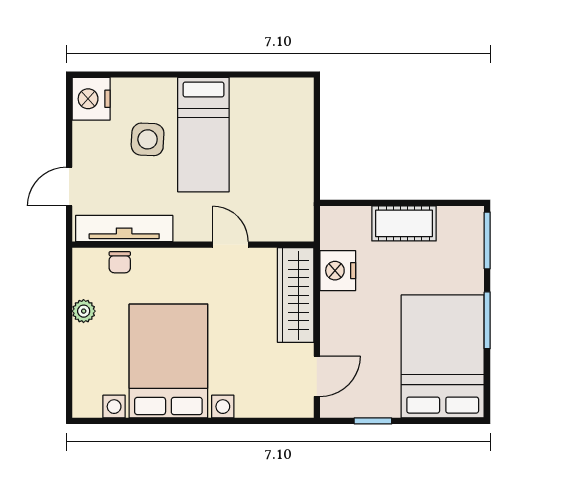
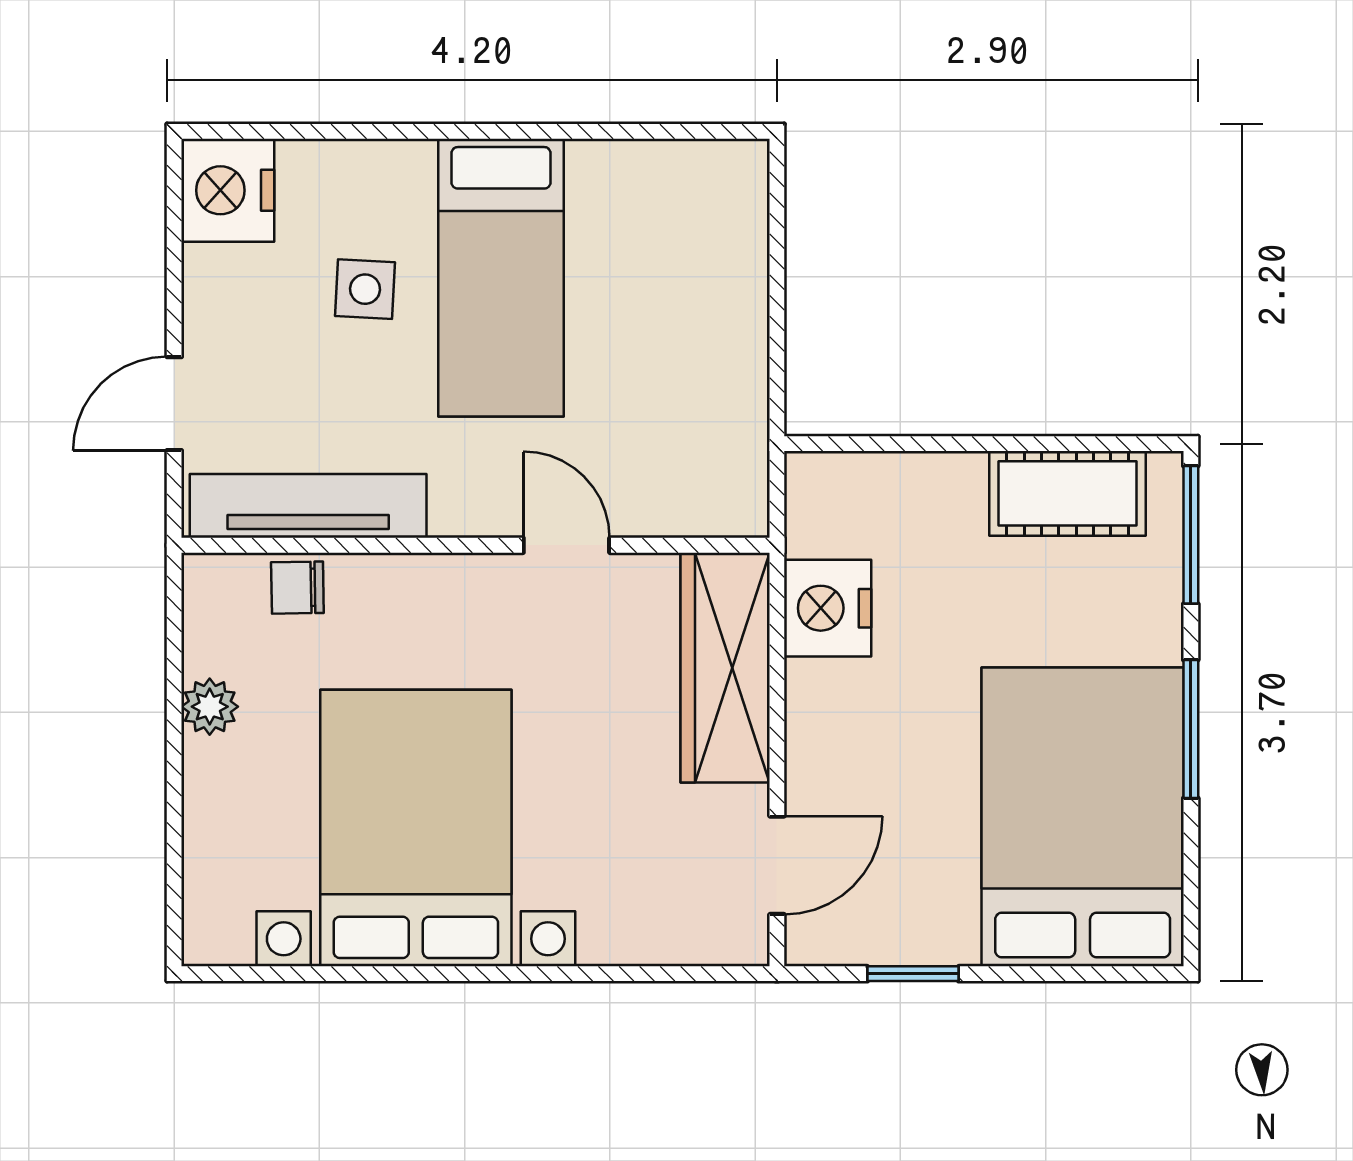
side table: (148, 139) -> (365, 289), width x0.73, depth x0.73
cot: (404, 223) -> (1068, 493), moved
chair: (120, 262) -> (297, 588), turned 89

